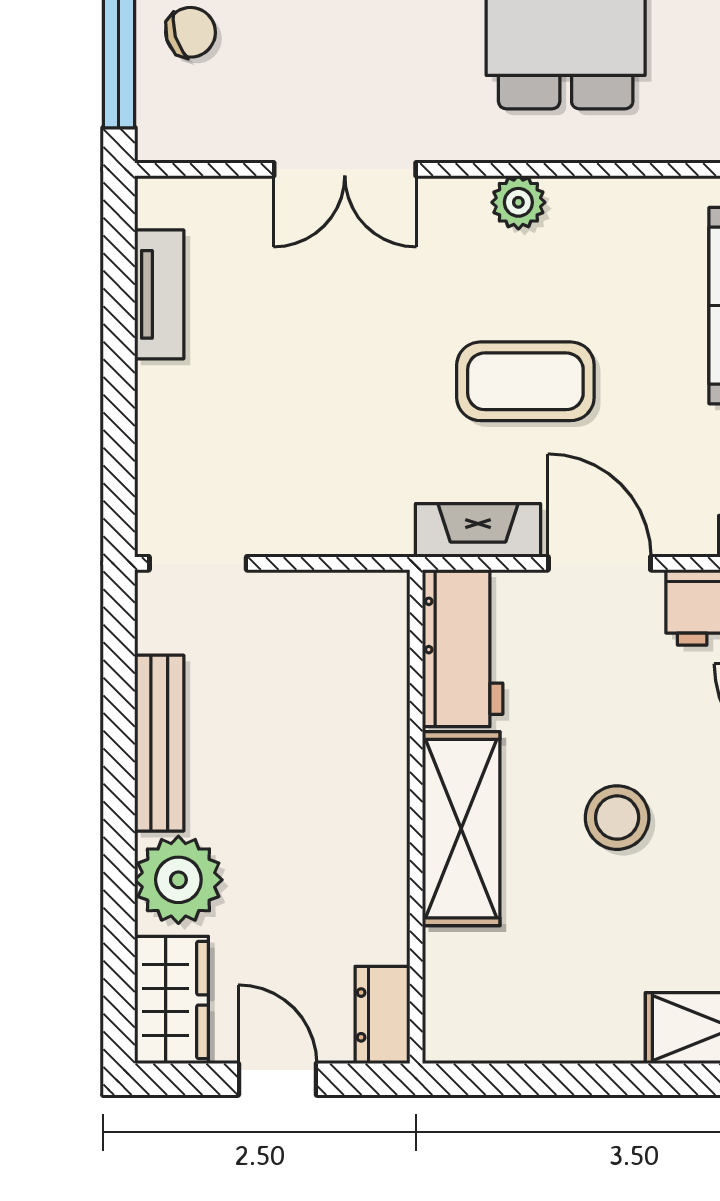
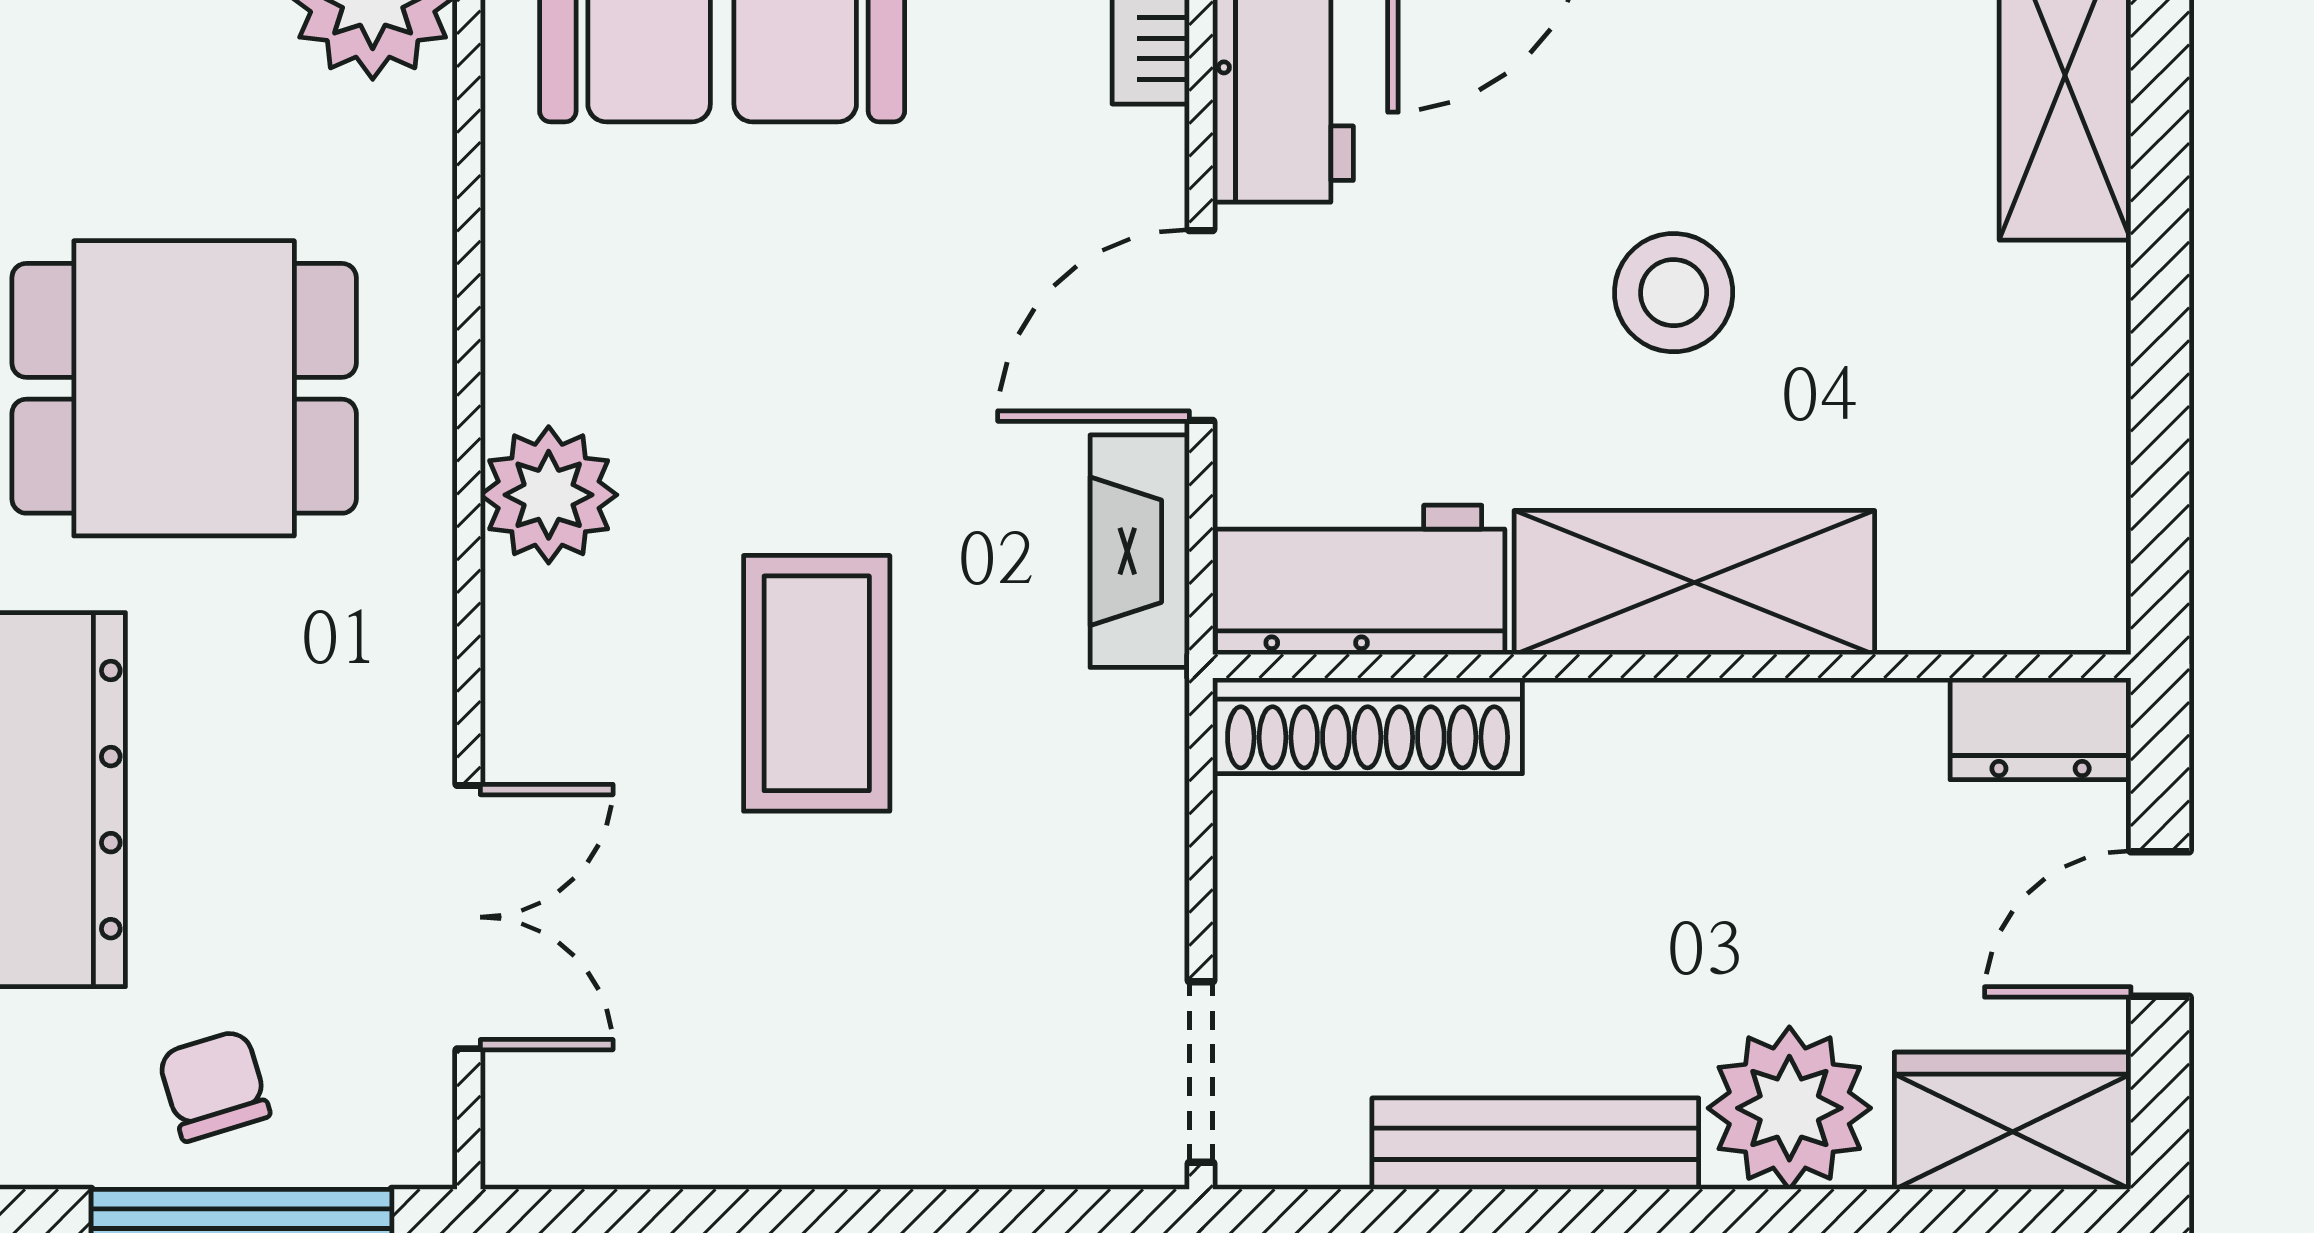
double door: (345, 169) -> (469, 917), moved
plant: (518, 202) -> (549, 495), width x1.38, depth x1.38
tv unit: (159, 294) -> (701, 1144), removed
coffee table: (525, 381) -> (817, 683), moved
shoe rack: (384, 653) -> (1368, 726), added

